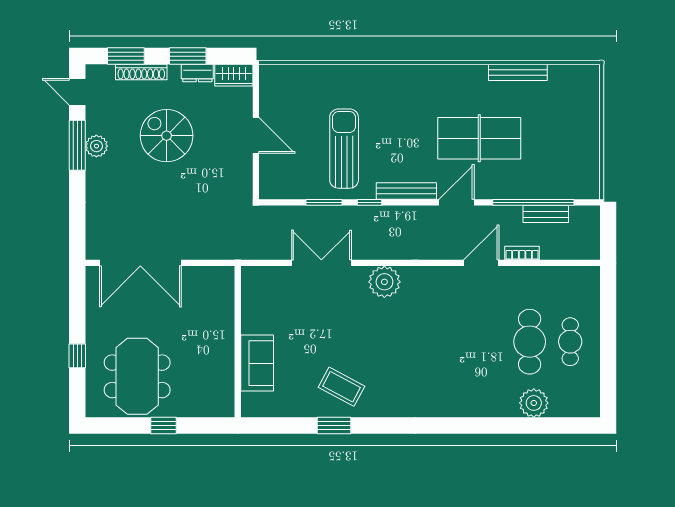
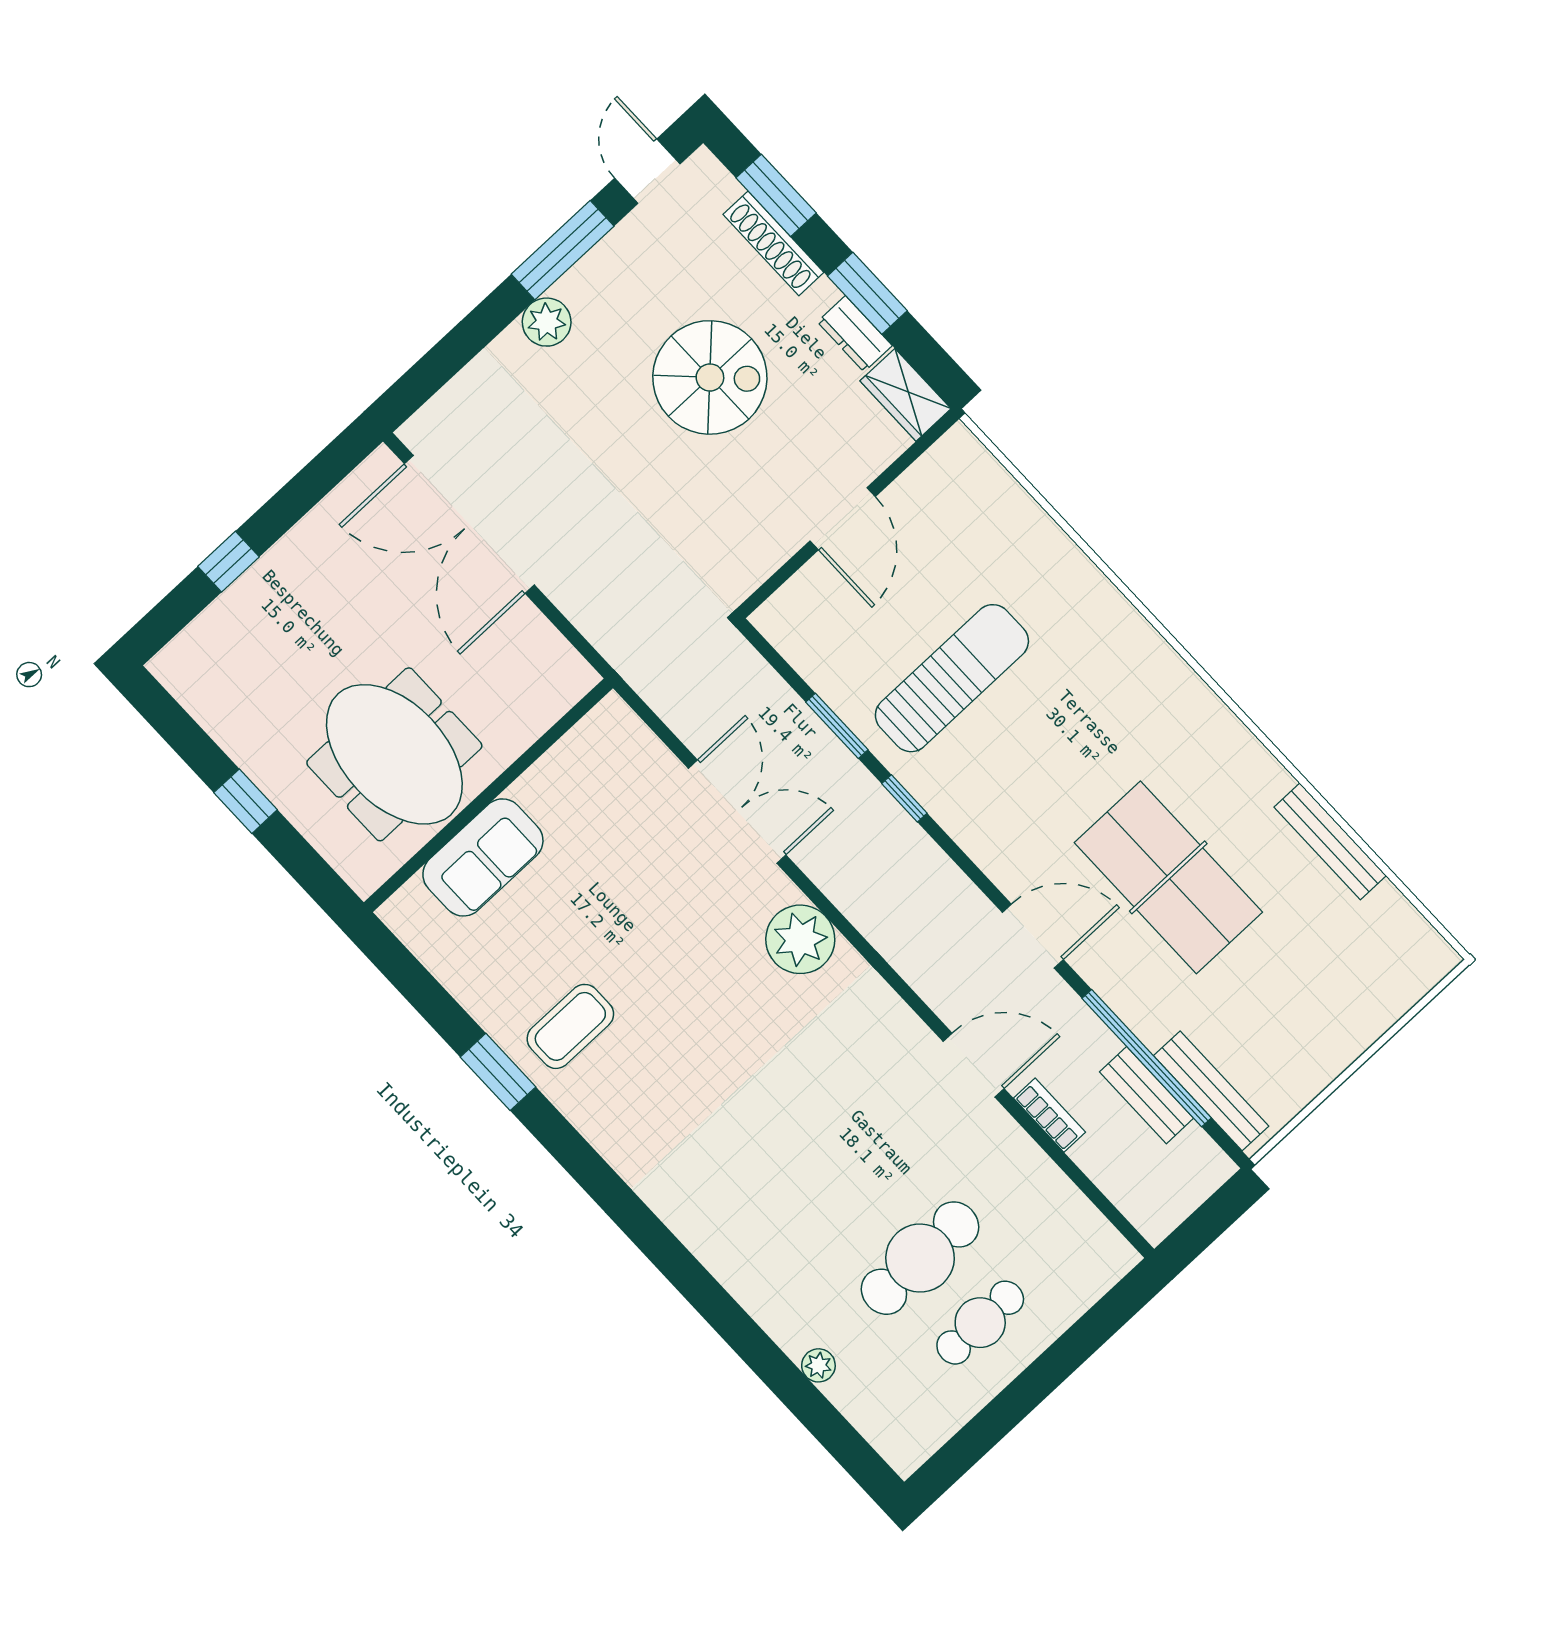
spiral stairs: (167, 136) -> (710, 377), turned 90
plant: (96, 146) -> (547, 322), moved
bench: (406, 191) -> (1211, 1091), moved
meeting table: (137, 376) -> (394, 754), moved, turned 90
coffee table: (341, 387) -> (570, 1026), turned 62
plant: (534, 403) -> (818, 1365), width x0.53, depth x0.53

